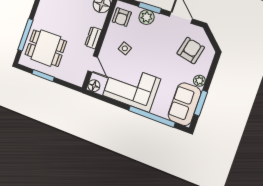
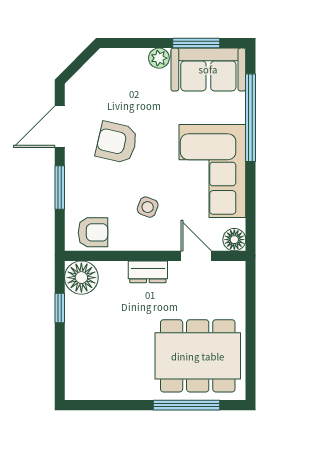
plant: (147, 17) -> (79, 187), removed
dining table: (46, 48) -> (198, 356), width x1.38
armchair: (191, 50) -> (117, 142), moved
door: (93, 64) -> (196, 256), hinge flipped
window: (43, 76) -> (251, 342), removed

